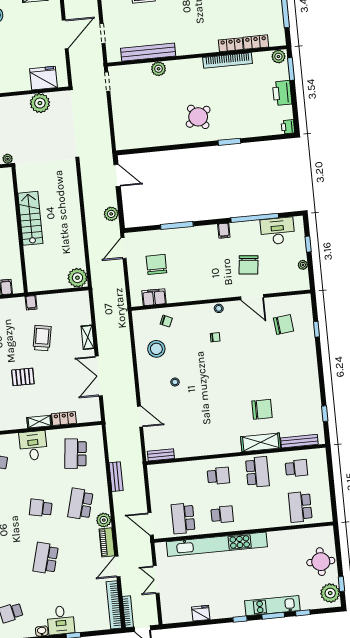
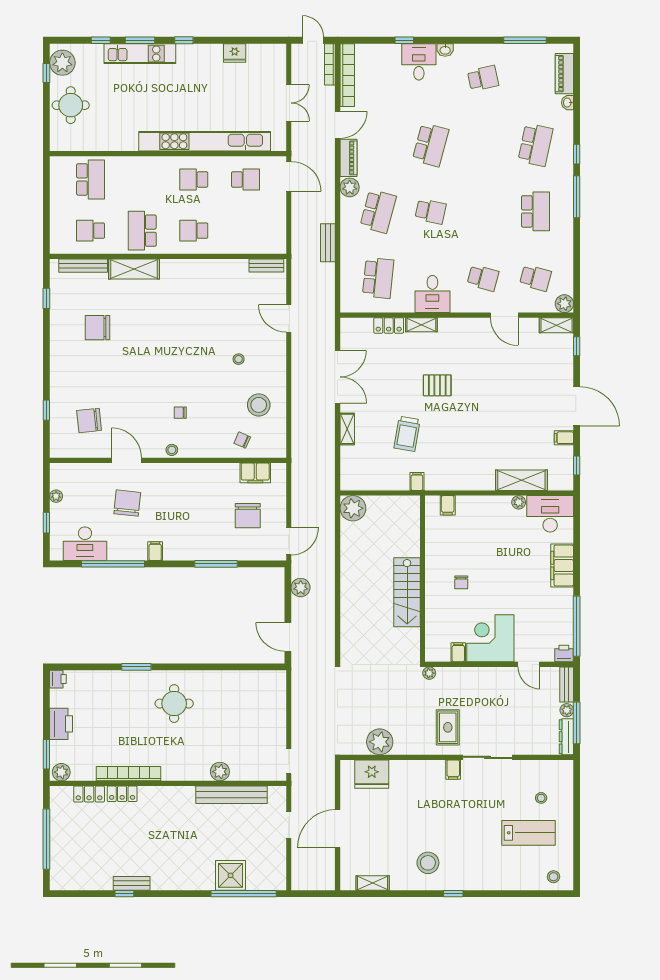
round table: (198, 117) -> (174, 704), turned 35
chair: (262, 409) -> (97, 328), moved
school desk: (183, 518) -> (245, 179), width x0.54

